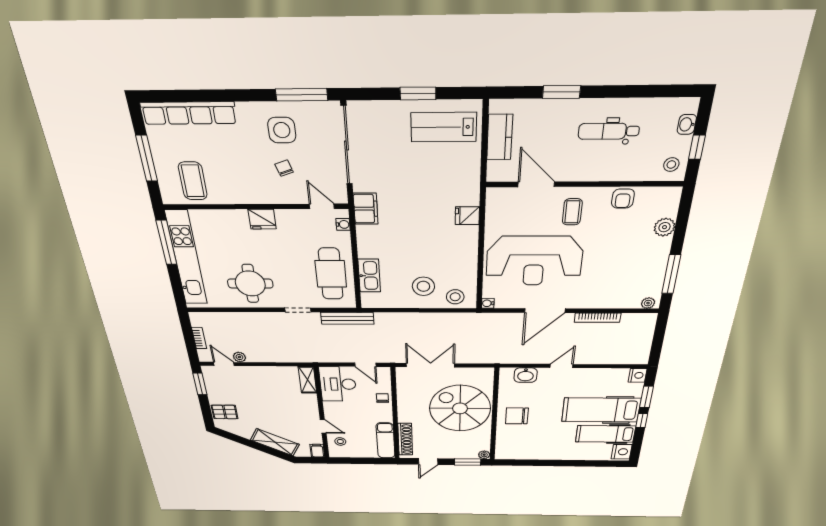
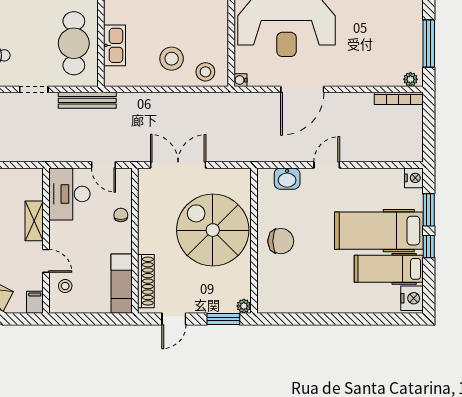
bookcase: (598, 318) -> (399, 98), moved
shelving: (307, 380) -> (34, 221), moved
chair: (517, 416) -> (281, 241), turned 180

